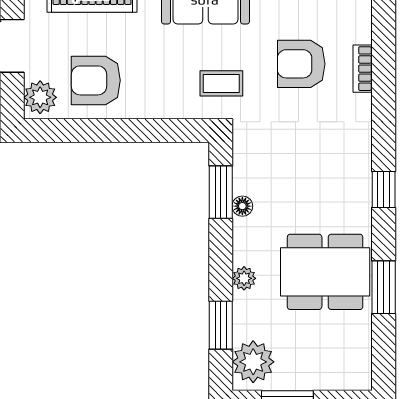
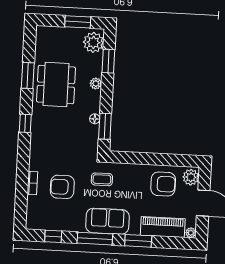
armchair: (301, 64) -> (62, 187), turned 180
dining table: (325, 272) -> (56, 85), turned 90

